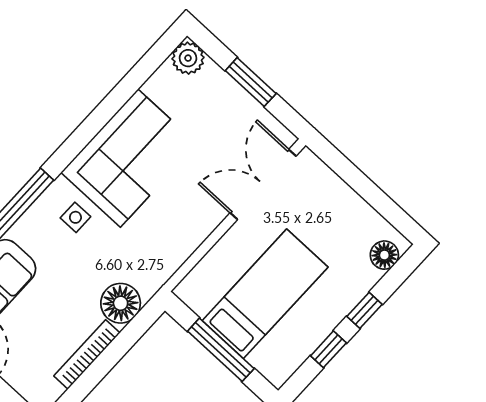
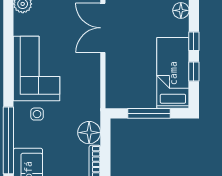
bed: (265, 294) -> (173, 73), moved

